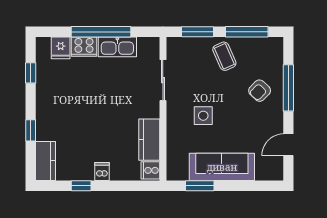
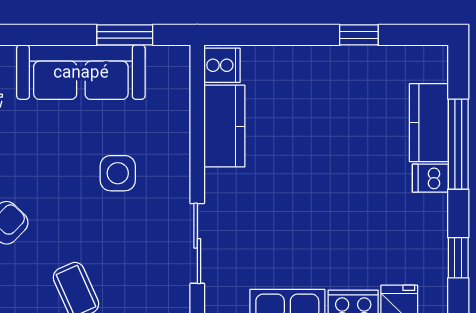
window: (31, 130) -> (458, 144), width x2.17
kitchen counter: (46, 161) -> (429, 123), moved
dishwasher: (102, 172) -> (430, 178), moved, turned 90

